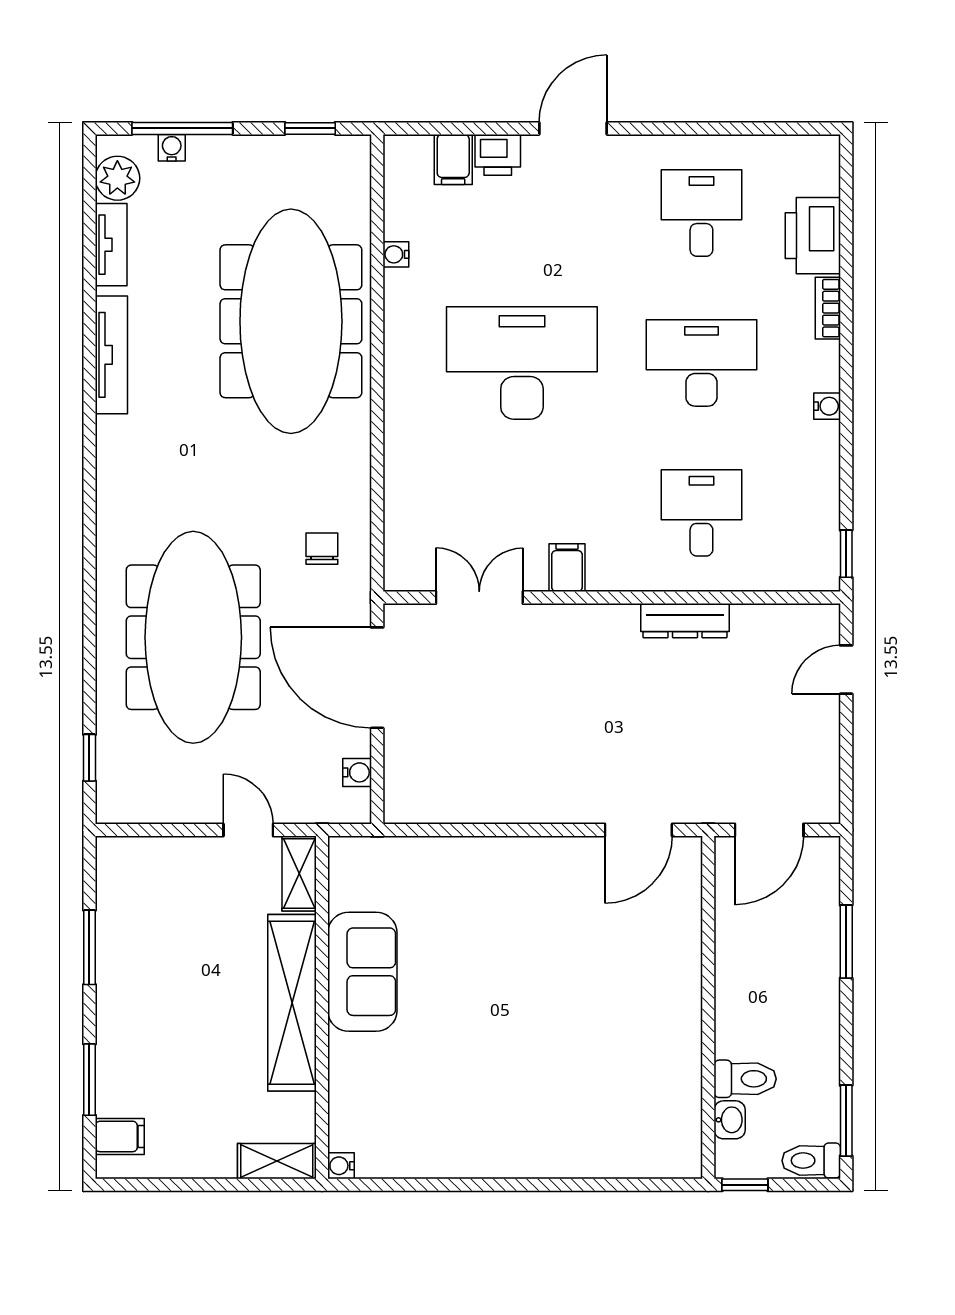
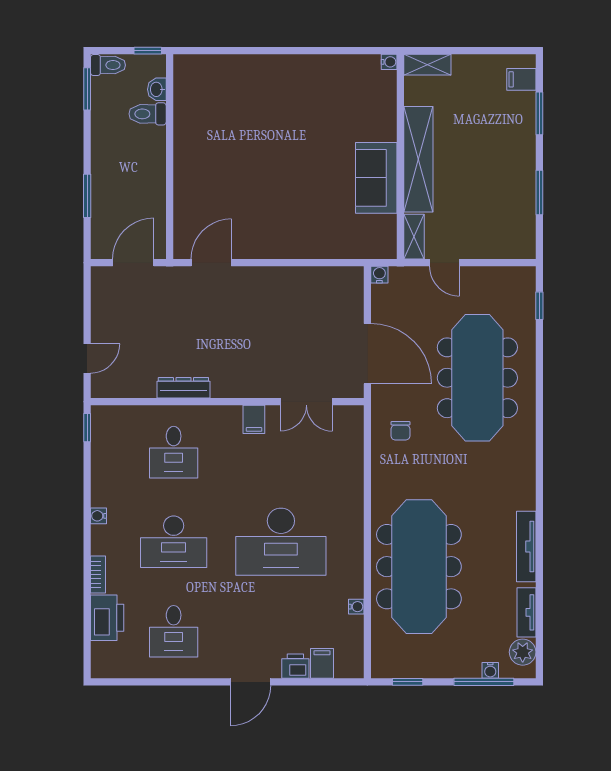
water cooler: (357, 772) -> (379, 275), moved, turned 90

